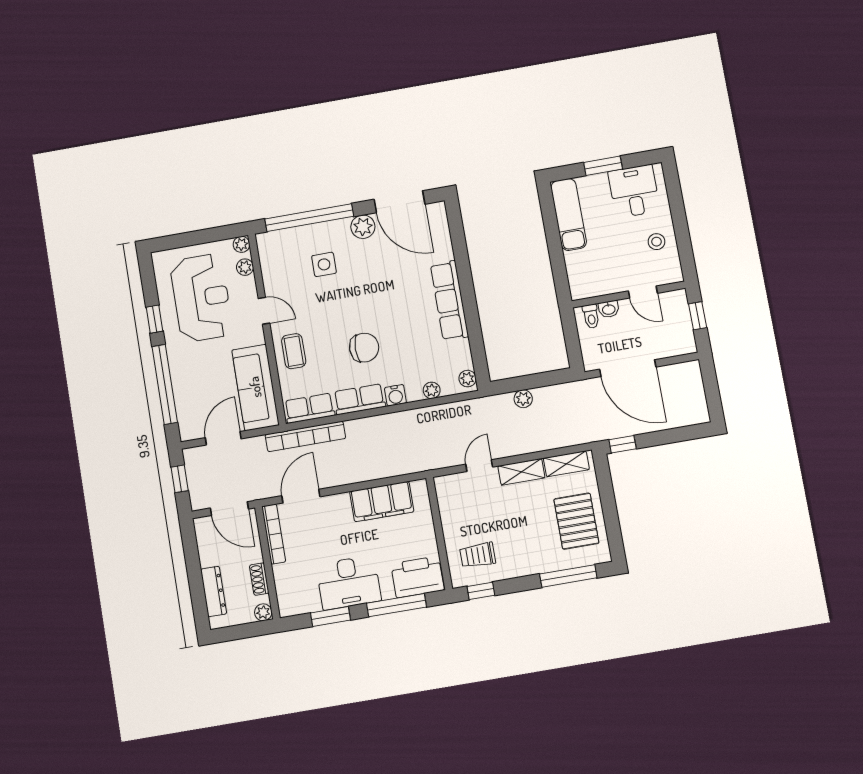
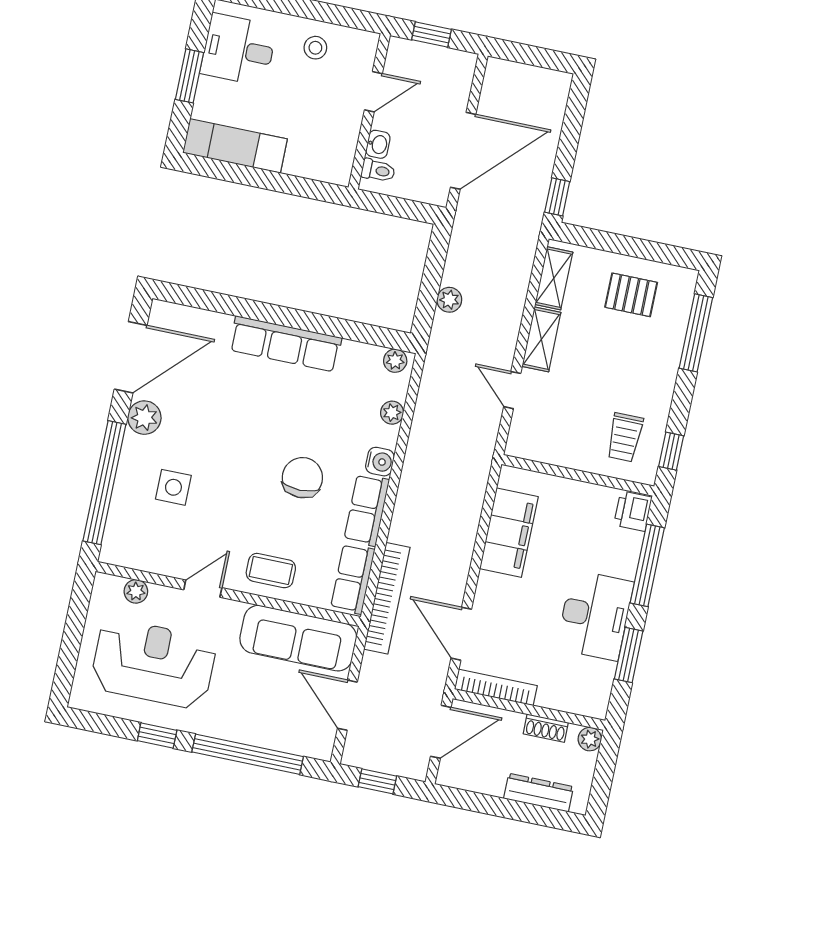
plant: (241, 244) -> (104, 584), removed
pallet: (576, 521) -> (631, 295), width x0.67, depth x0.71
printer: (417, 577) -> (633, 511), width x0.53, depth x0.68

